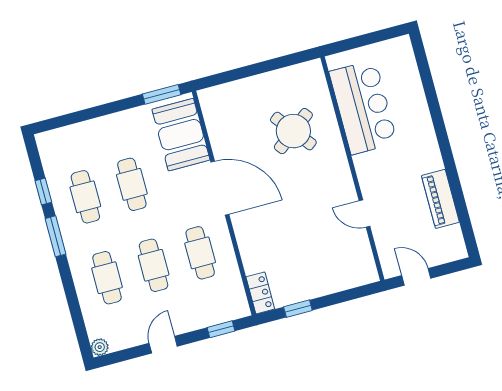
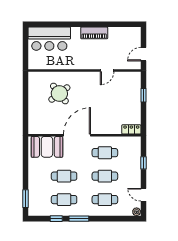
window: (162, 94) -> (26, 199), moved
bar counter: (363, 107) -> (49, 39), moved, turned 180
piano: (440, 199) -> (94, 33), moved
window: (298, 309) -> (143, 95), moved
window: (221, 329) -> (143, 163), moved
door: (163, 345) -> (143, 195), moved

